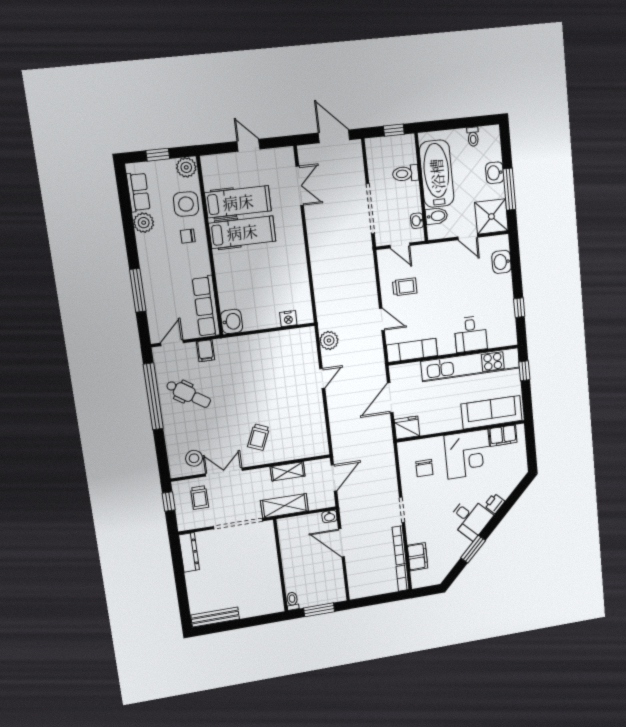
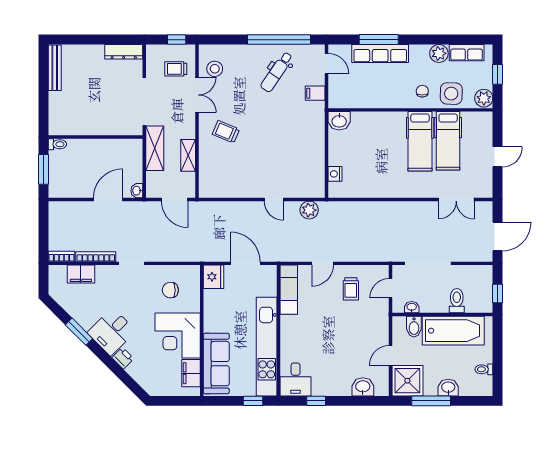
row of seats: (206, 306) -> (380, 53), moved, turned 180
desk: (471, 334) -> (296, 379), moved, turned -90

